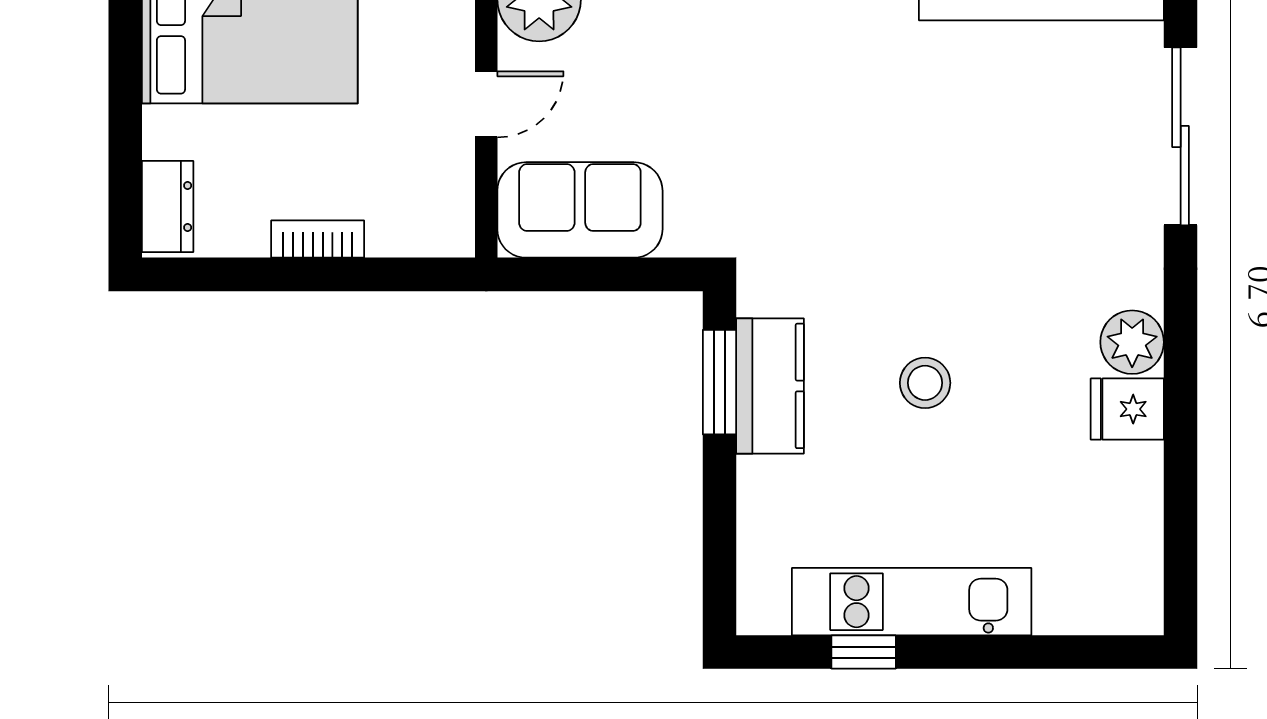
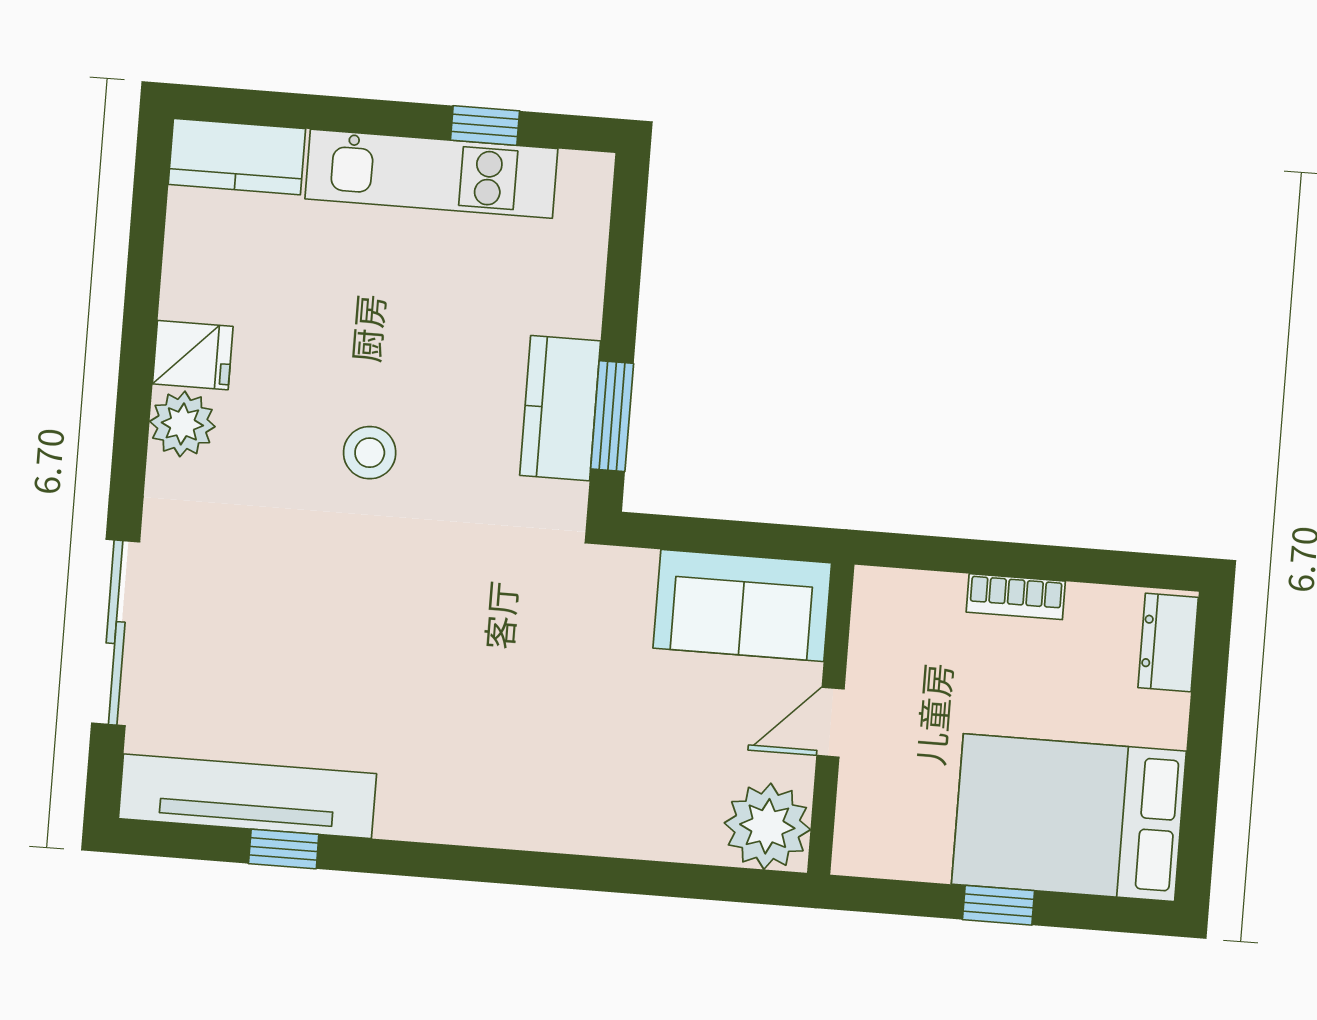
stool: (925, 383) -> (370, 453), moved
kitchen counter: (1100, 603) -> (237, 157), added

